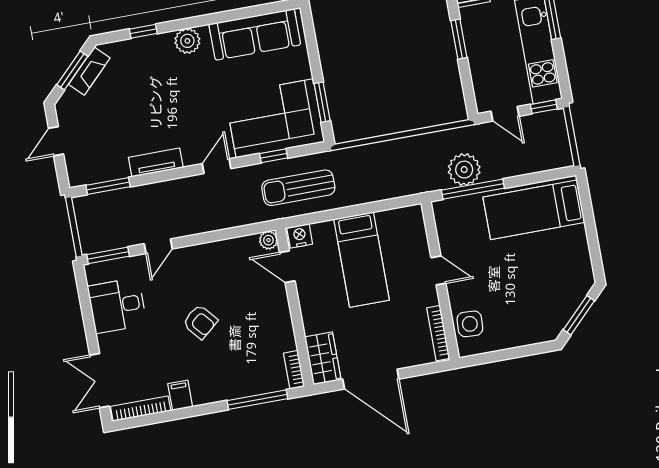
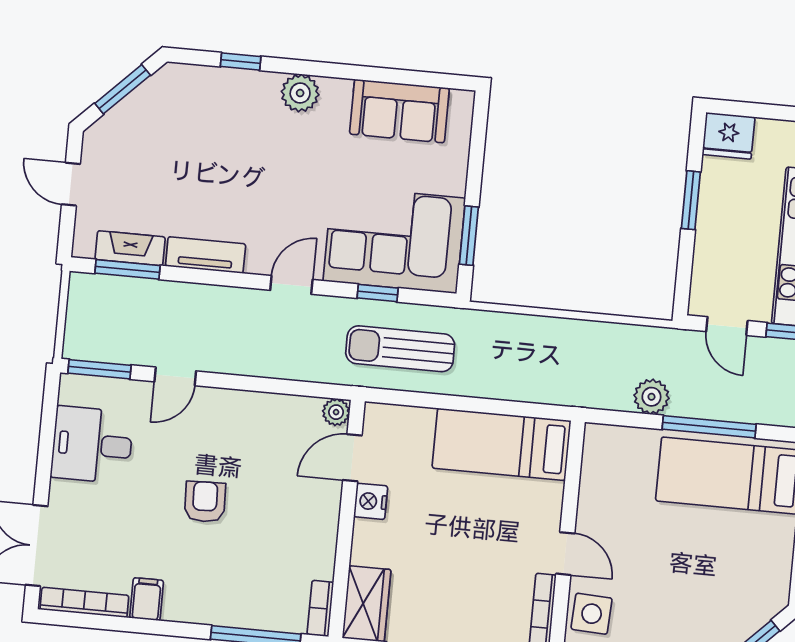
sofa: (255, 34) -> (399, 111), width x0.73
fireplace: (89, 71) -> (130, 248), moved, turned -135
door: (56, 141) -> (71, 184), hinge flipped
plant: (464, 170) -> (651, 397), width x0.73, depth x0.73
window: (473, 189) -> (709, 427), moved
nightstand: (300, 236) -> (371, 501), moved, turned -90
bed: (362, 260) -> (501, 444), moved, turned 90
door: (287, 267) -> (352, 458), hinge flipped
door: (438, 270) -> (565, 554), moved
armchair: (200, 322) -> (205, 502), turned -142

